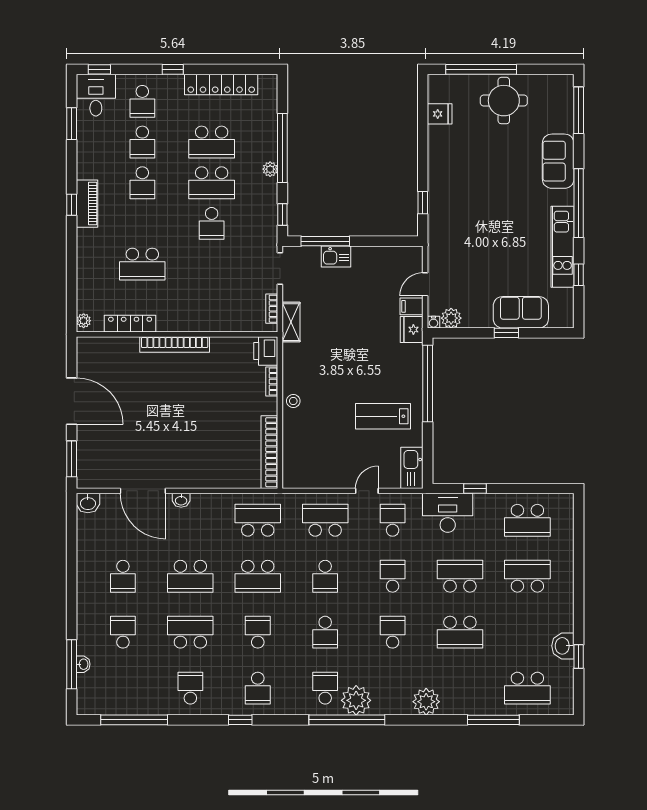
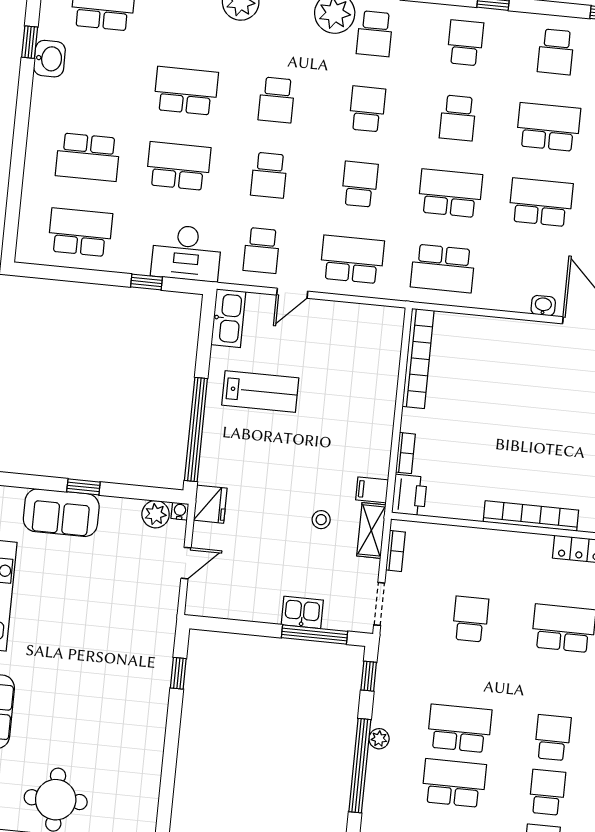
fridge: (440, 114) -> (144, 790), removed
school desk: (212, 223) -> (470, 619), moved
filing cabinet: (412, 306) -> (372, 490), moved, turned 180
stool: (293, 401) -> (321, 520), moved
school desk: (325, 520) -> (352, 259), turned 180
school desk: (460, 576) -> (178, 166), turned 180
school desk: (190, 632) -> (548, 127), turned 180

